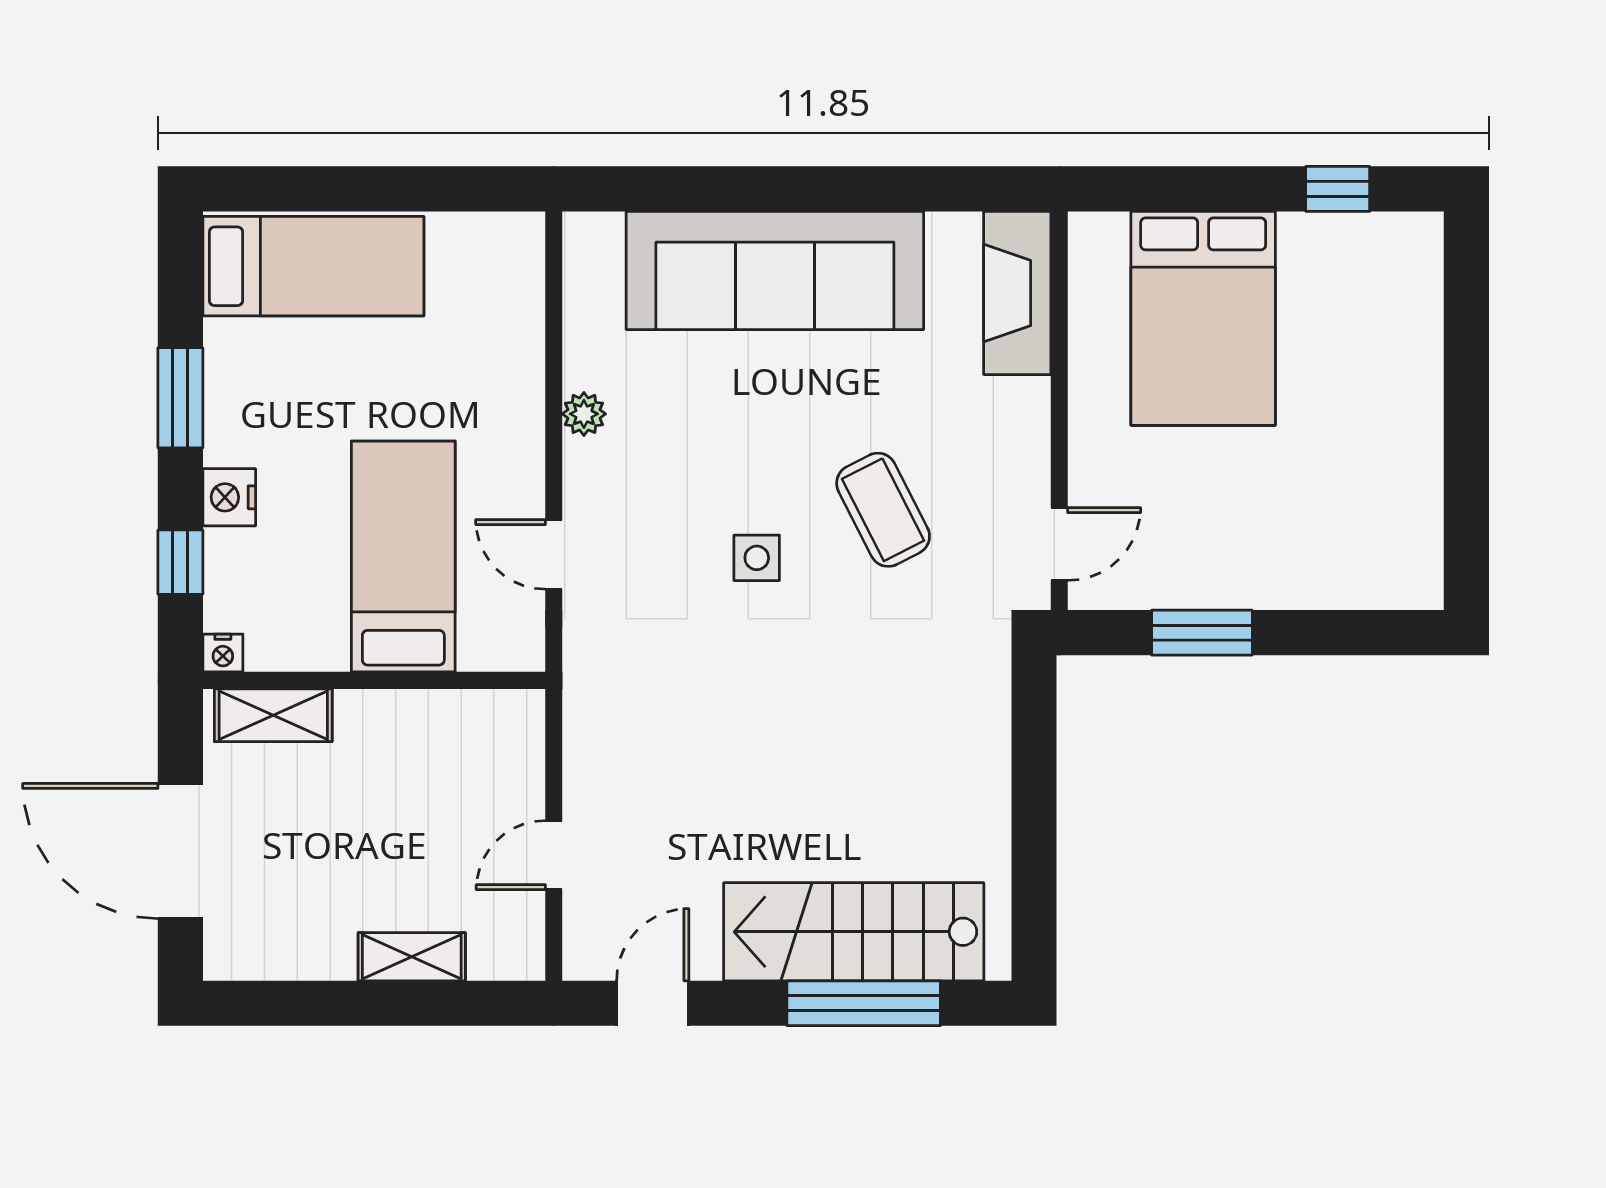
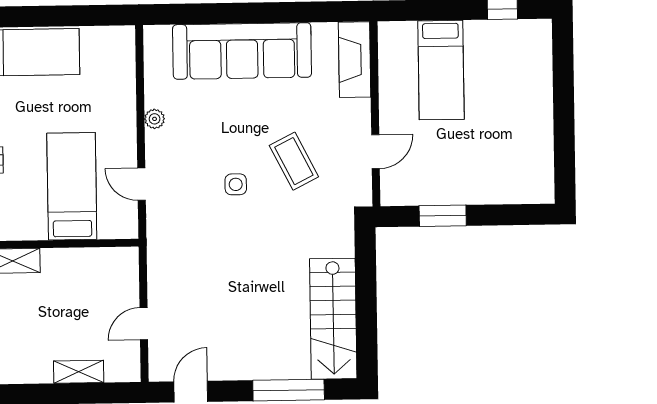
bed: (1203, 318) -> (441, 70), width x0.67
door: (1059, 544) -> (376, 152), moved
stairs: (854, 932) -> (333, 319), moved, turned -90

